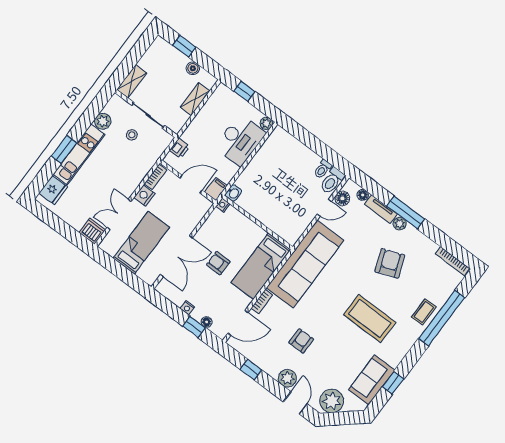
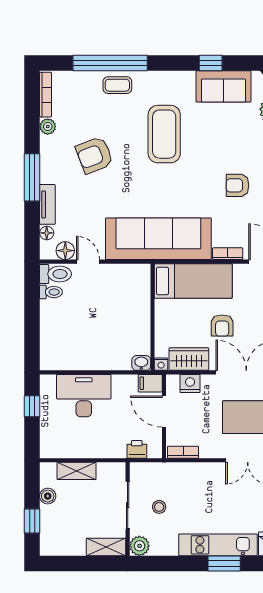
window: (244, 91) -> (32, 406), moved
plant: (103, 121) -> (139, 546), moved
plant: (266, 123) -> (47, 382), removed
nightstand: (144, 196) -> (190, 383), moved, turned 180
plant: (400, 224) -> (48, 127), moved
wardrobe: (213, 226) -> (189, 359), added

